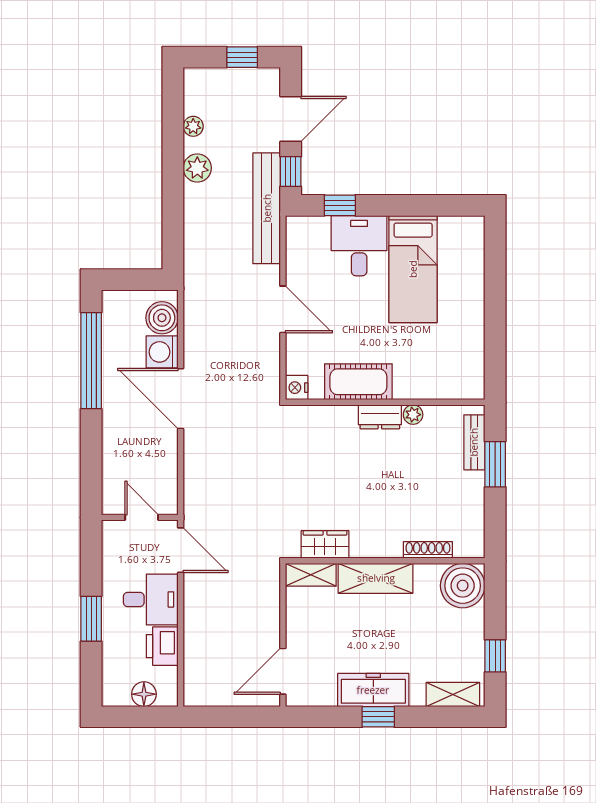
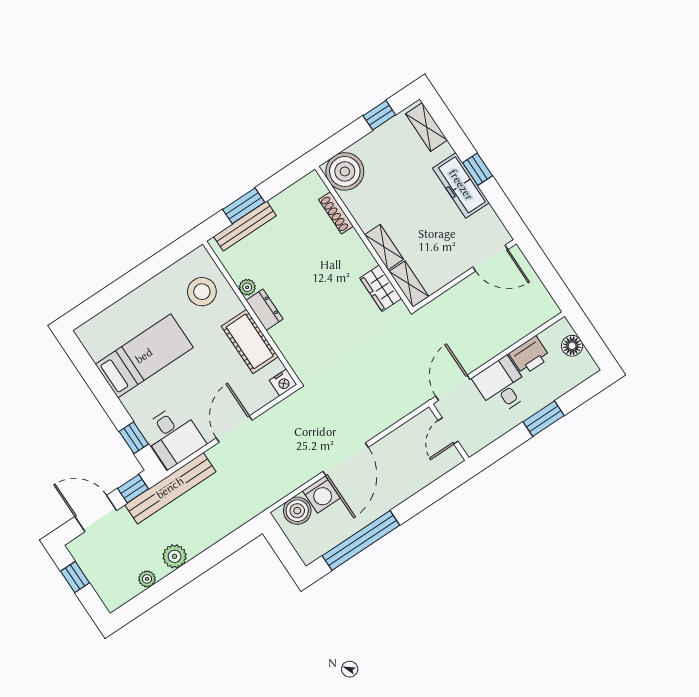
desk: (359, 246) -> (173, 436), moved, turned -90
stool: (438, 367) -> (202, 292), added
bench: (474, 442) -> (245, 226), width x1.36
shelving: (376, 578) -> (384, 247), width x0.67, depth x0.75

